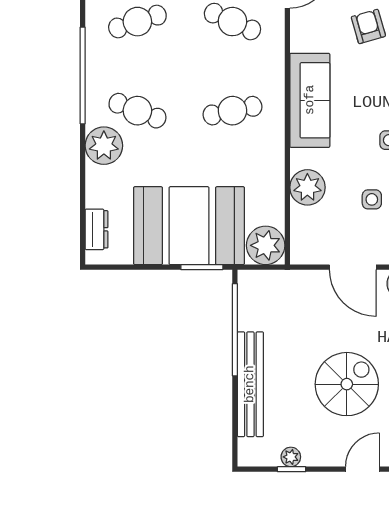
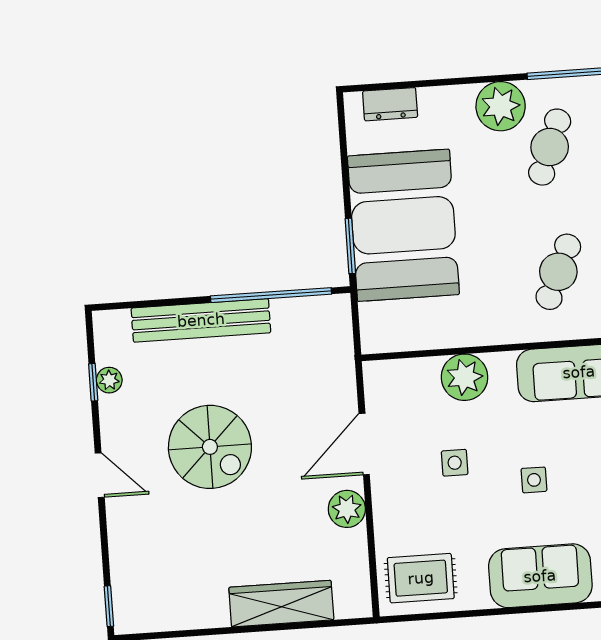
cafe table: (232, 111) -> (558, 272), turned 36
plant: (266, 245) -> (385, 328), removed

